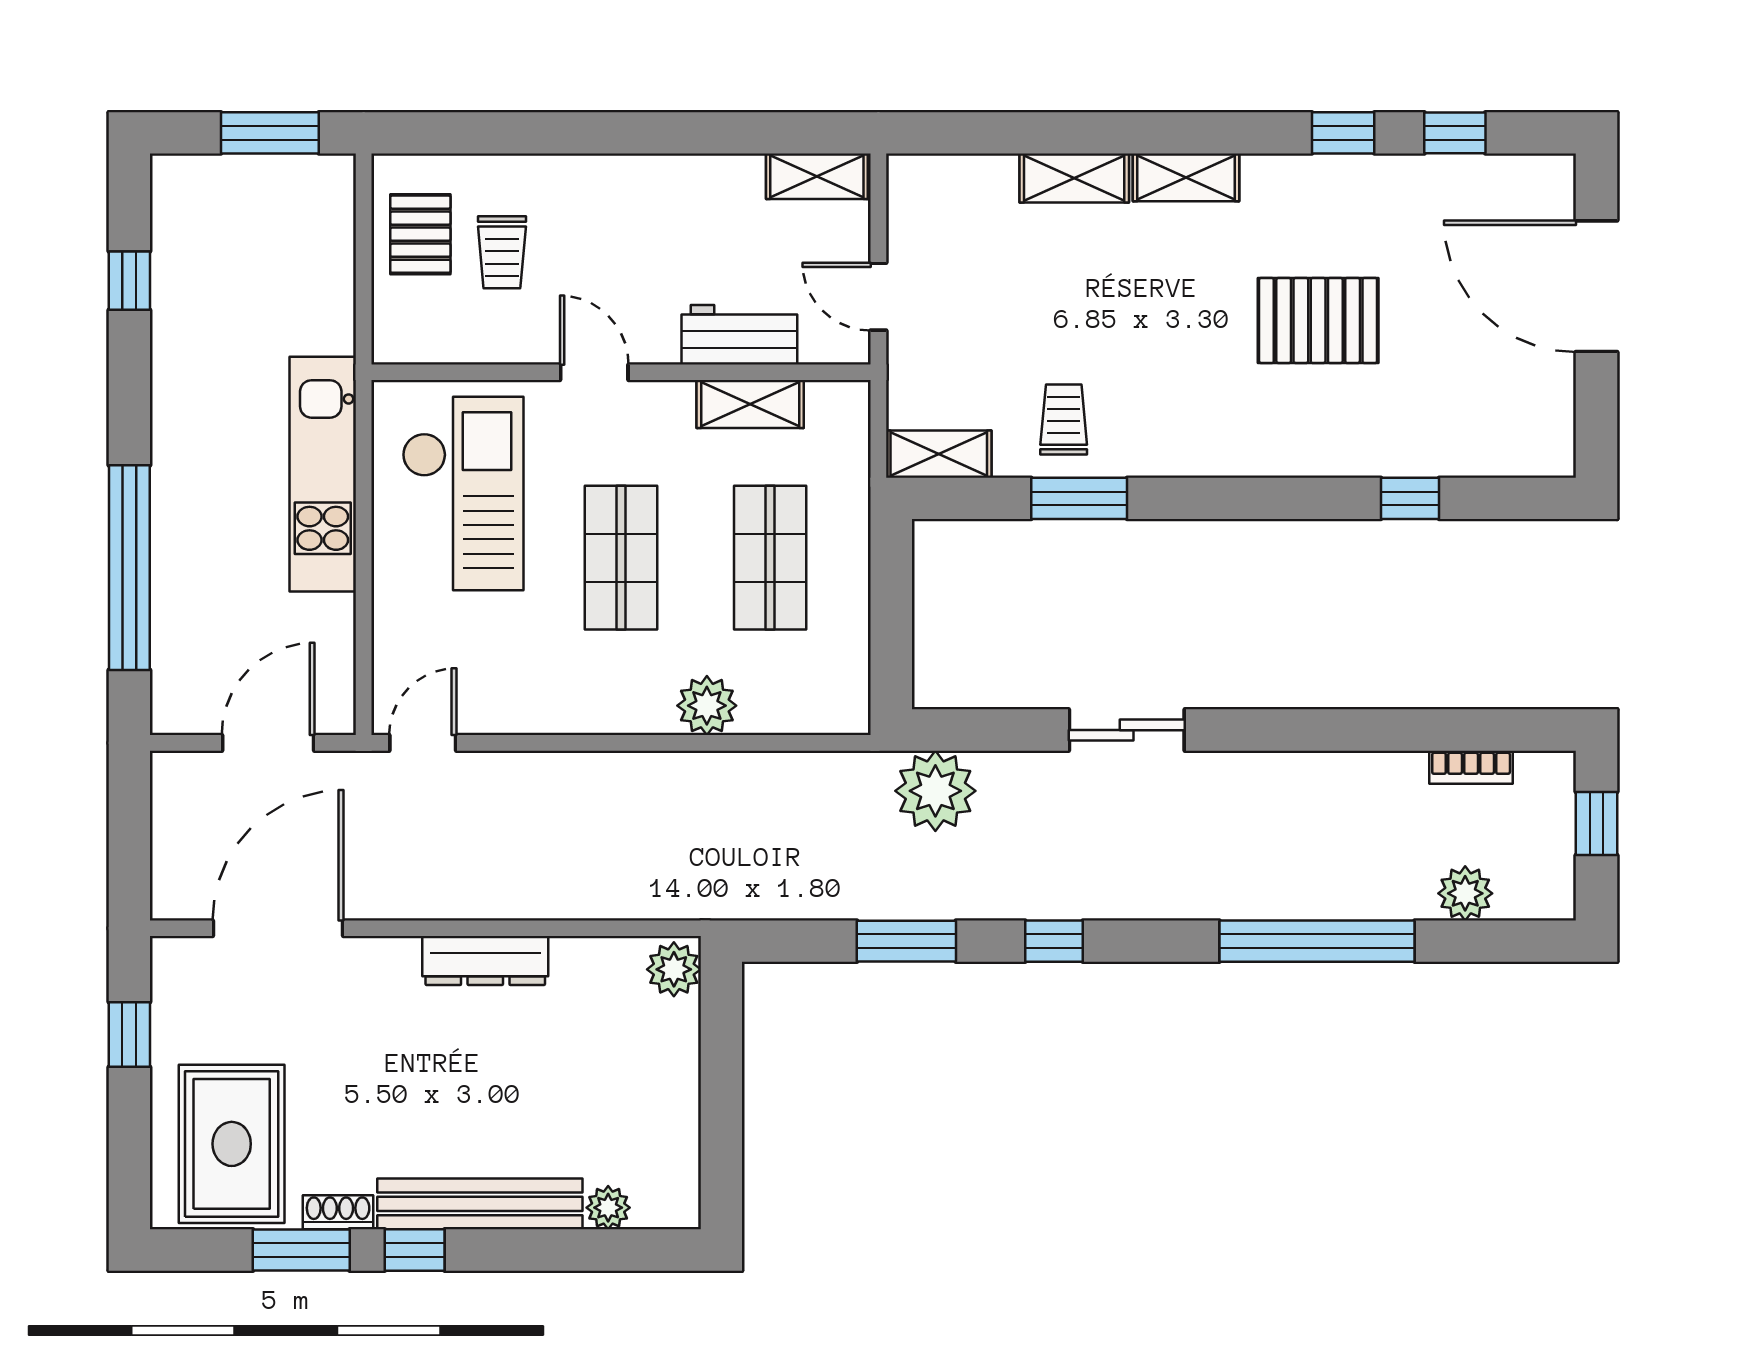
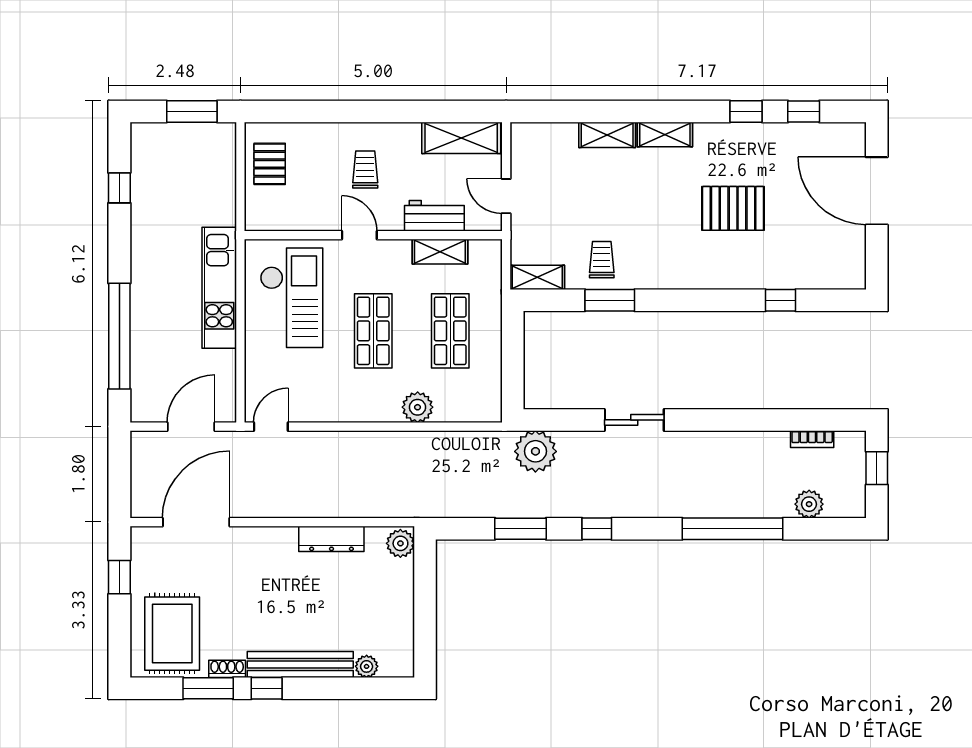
shelving: (817, 176) -> (461, 138), width x1.50, depth x1.33
trolley: (502, 252) -> (365, 169), moved, turned 180
dresser: (485, 961) -> (331, 539), moved

